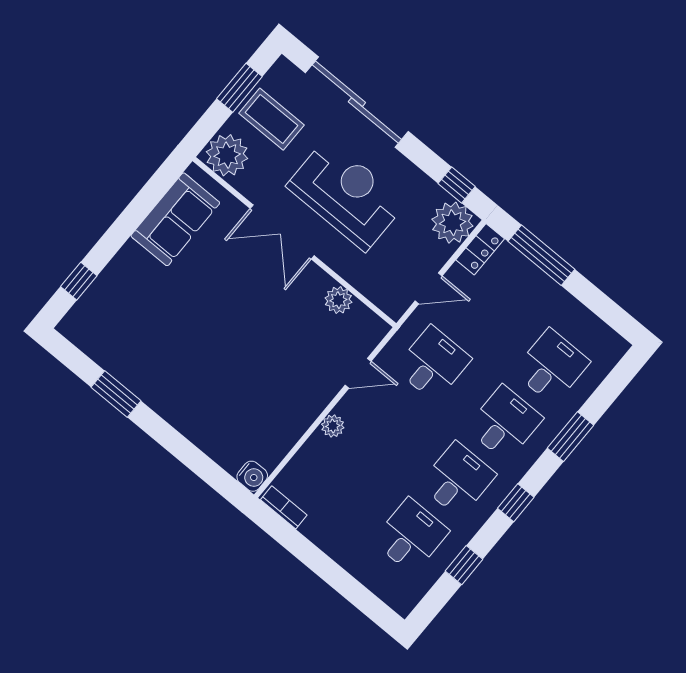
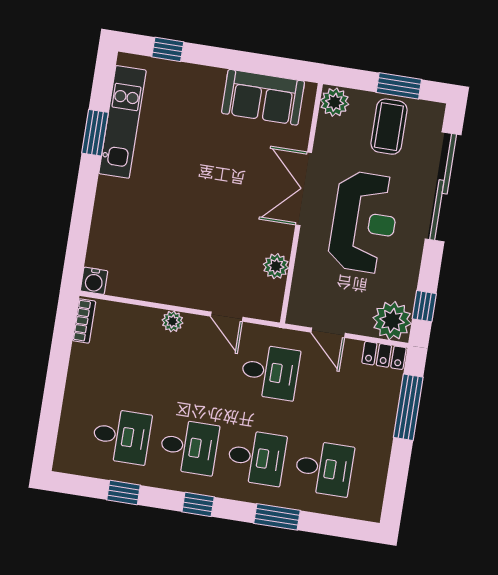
plant: (227, 155) -> (335, 102), width x0.73, depth x0.73
kitchen unit: (121, 363) -> (123, 122), added

